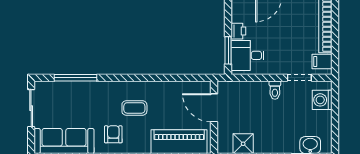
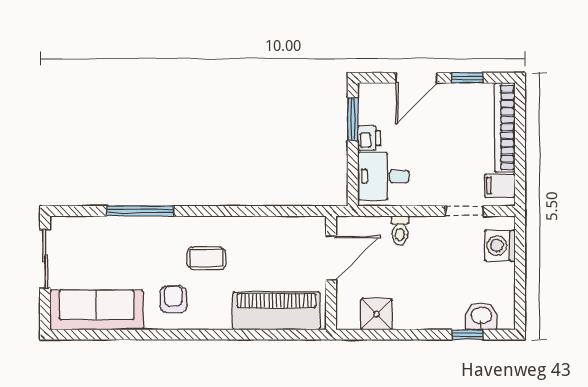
window: (228, 50) -> (353, 119), moved
window: (76, 78) -> (140, 211), moved
toilet: (275, 90) -> (400, 230), moved
door: (214, 108) -> (331, 258), swing flipped

